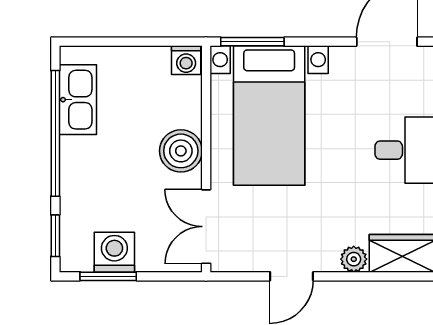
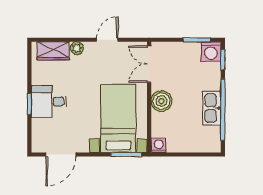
kitchen sink: (78, 100) -> (212, 108), moved
double door: (206, 227) -> (149, 64), swing flipped
washing machine: (114, 252) -> (211, 52), moved

